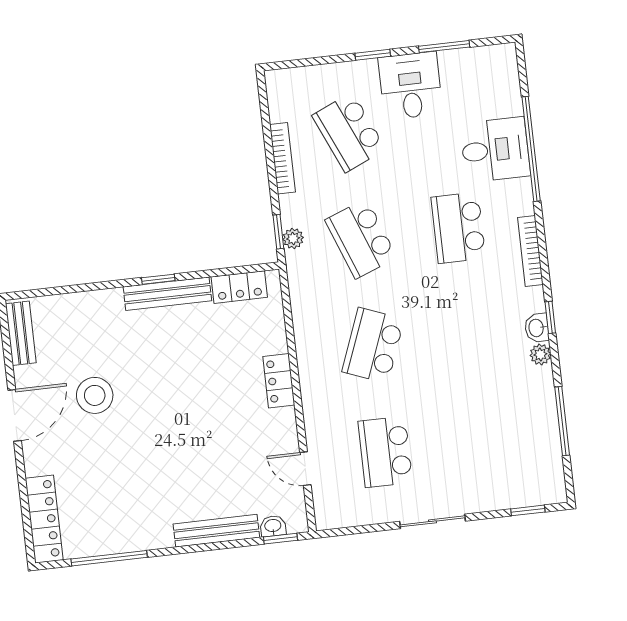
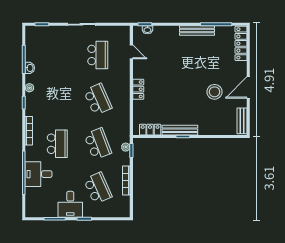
washbasin: (537, 328) -> (30, 68), moved
school desk: (373, 345) -> (98, 99), turned -45
bench: (216, 531) -> (197, 31), moved

